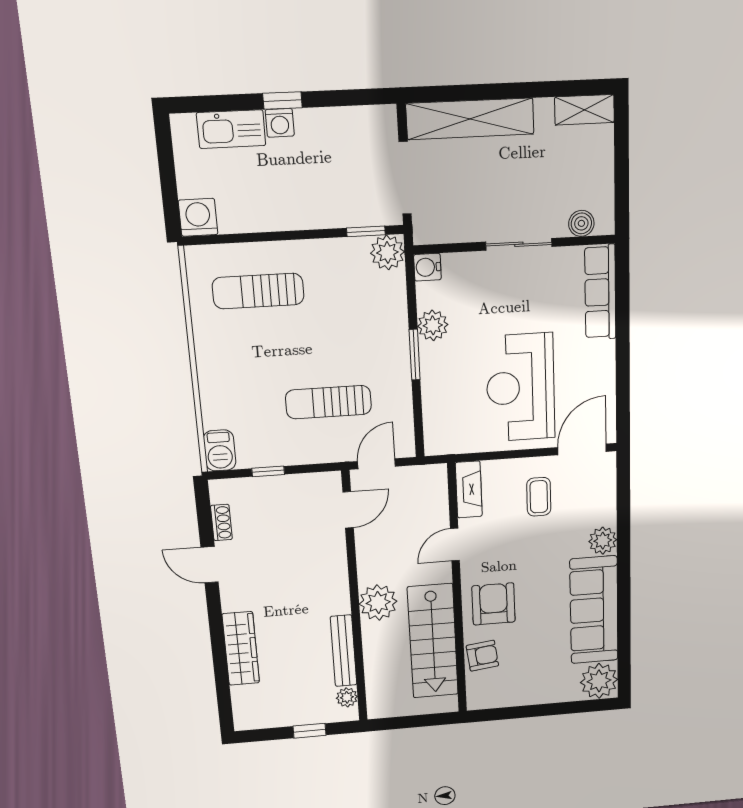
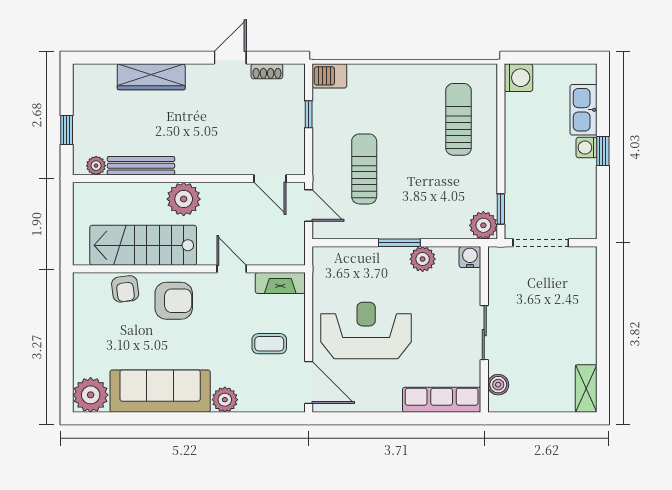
shelving: (470, 119) -> (583, 297), removed

